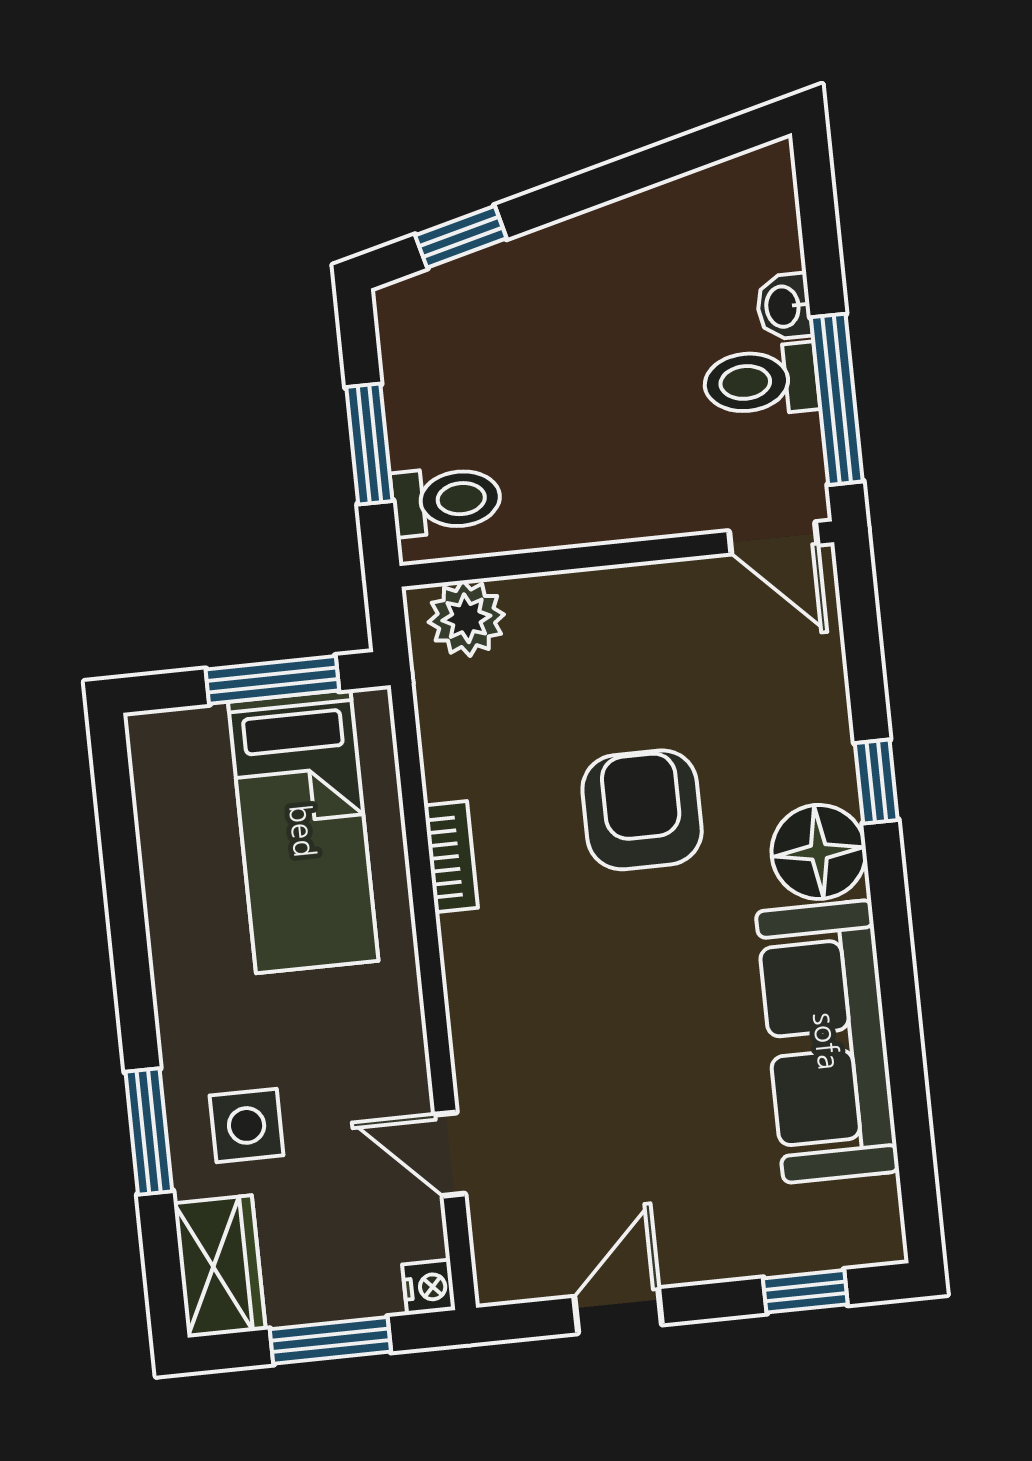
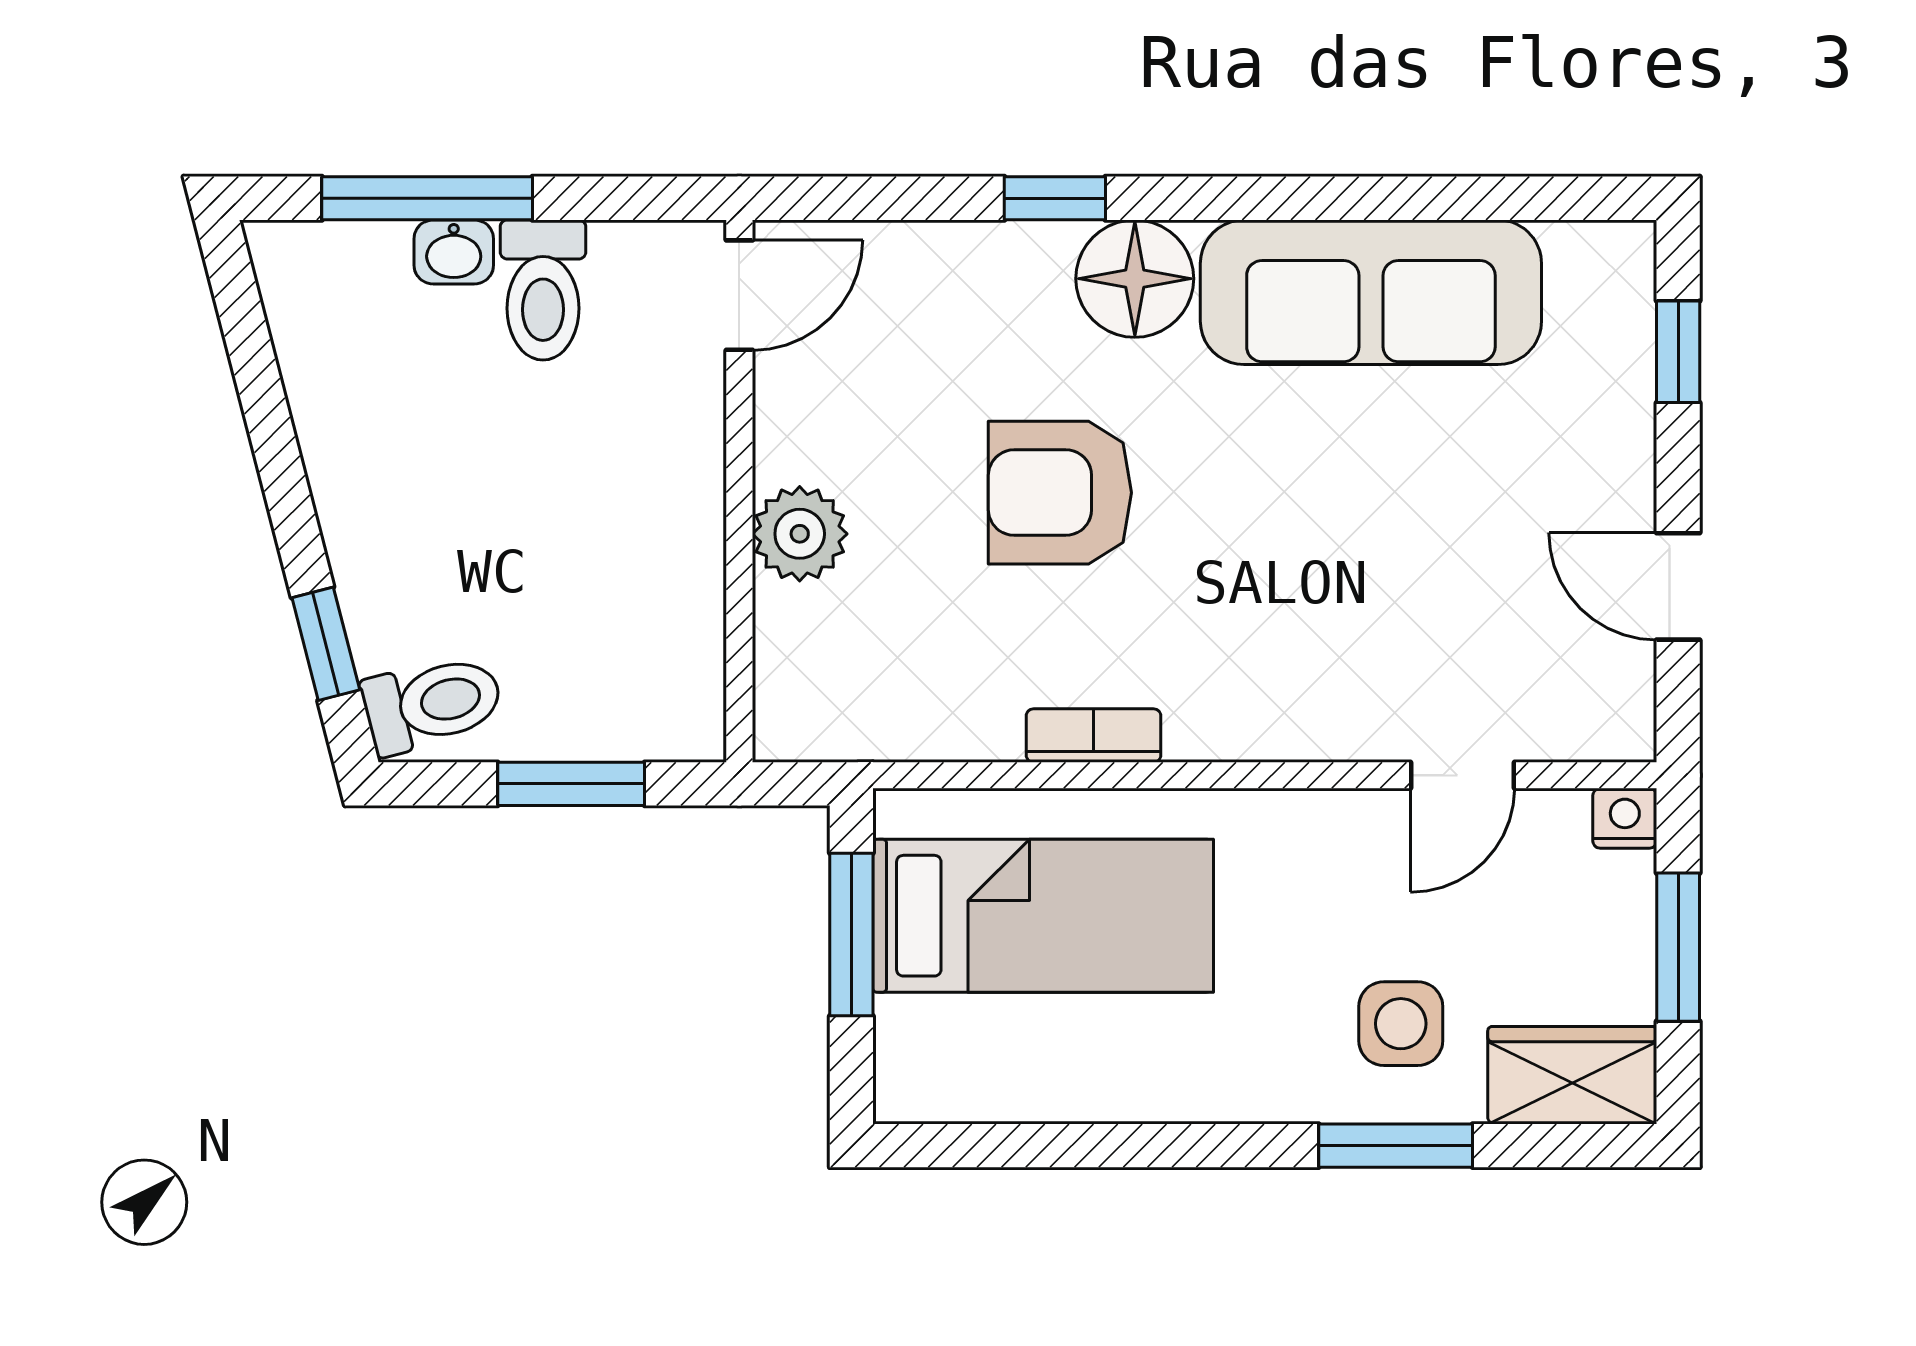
window: (837, 399) -> (427, 198), moved
toilet: (446, 500) -> (432, 704), moved, turned 76
plant: (466, 618) -> (800, 534), moved

